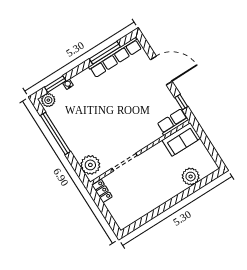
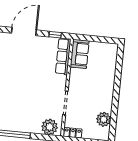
row of seats: (173, 122) -> (63, 56), width x1.48
plant: (191, 177) -> (104, 119), moved

